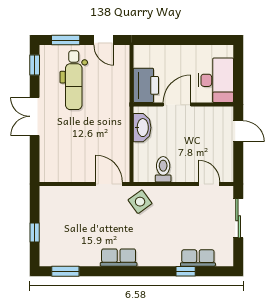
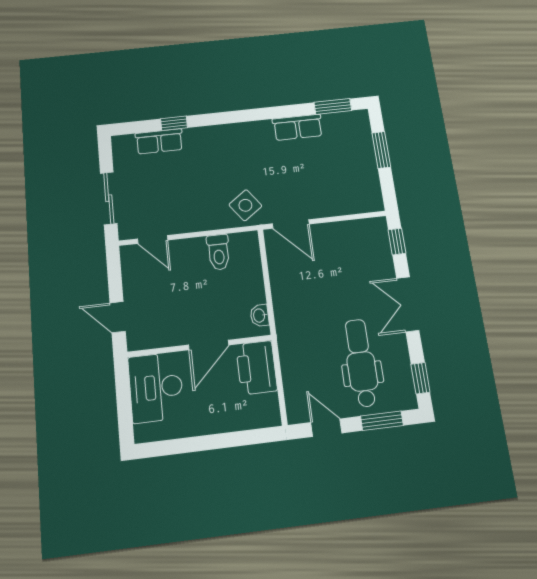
double door: (35, 116) -> (408, 304), swing flipped
washbasin: (142, 128) -> (260, 315), width x0.52, depth x0.69
window: (35, 162) -> (397, 241), added
window: (35, 233) -> (381, 150), width x1.50
row of seats: (119, 258) -> (298, 127), moved

